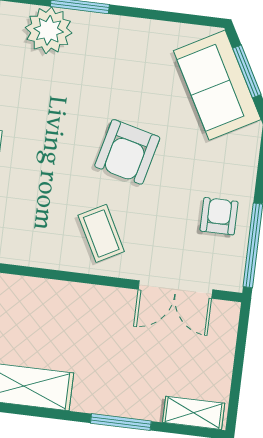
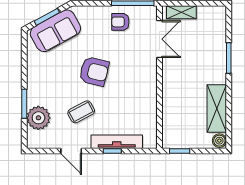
coffee table: (101, 233) -> (81, 112), moved
shelving: (194, 413) -> (181, 12), moved, turned 90

